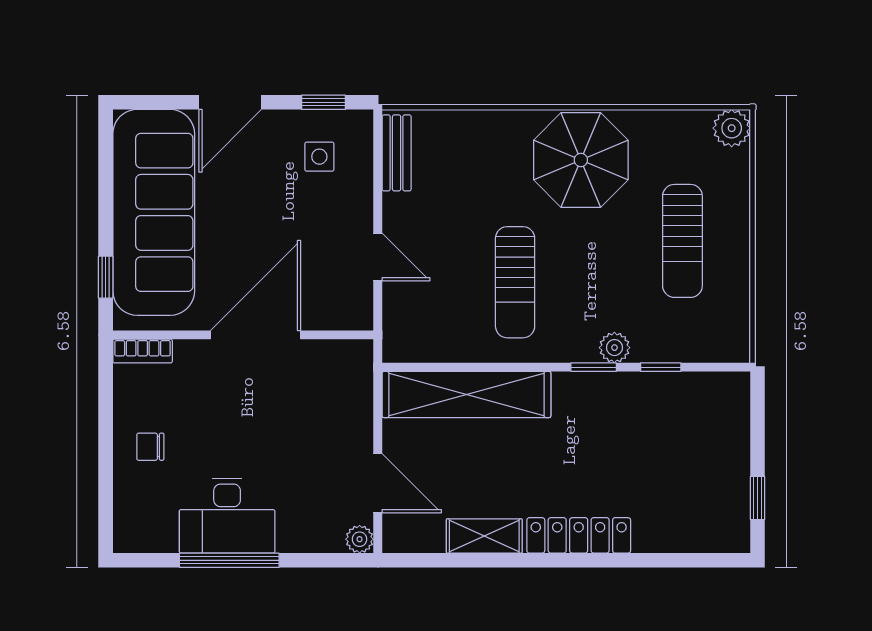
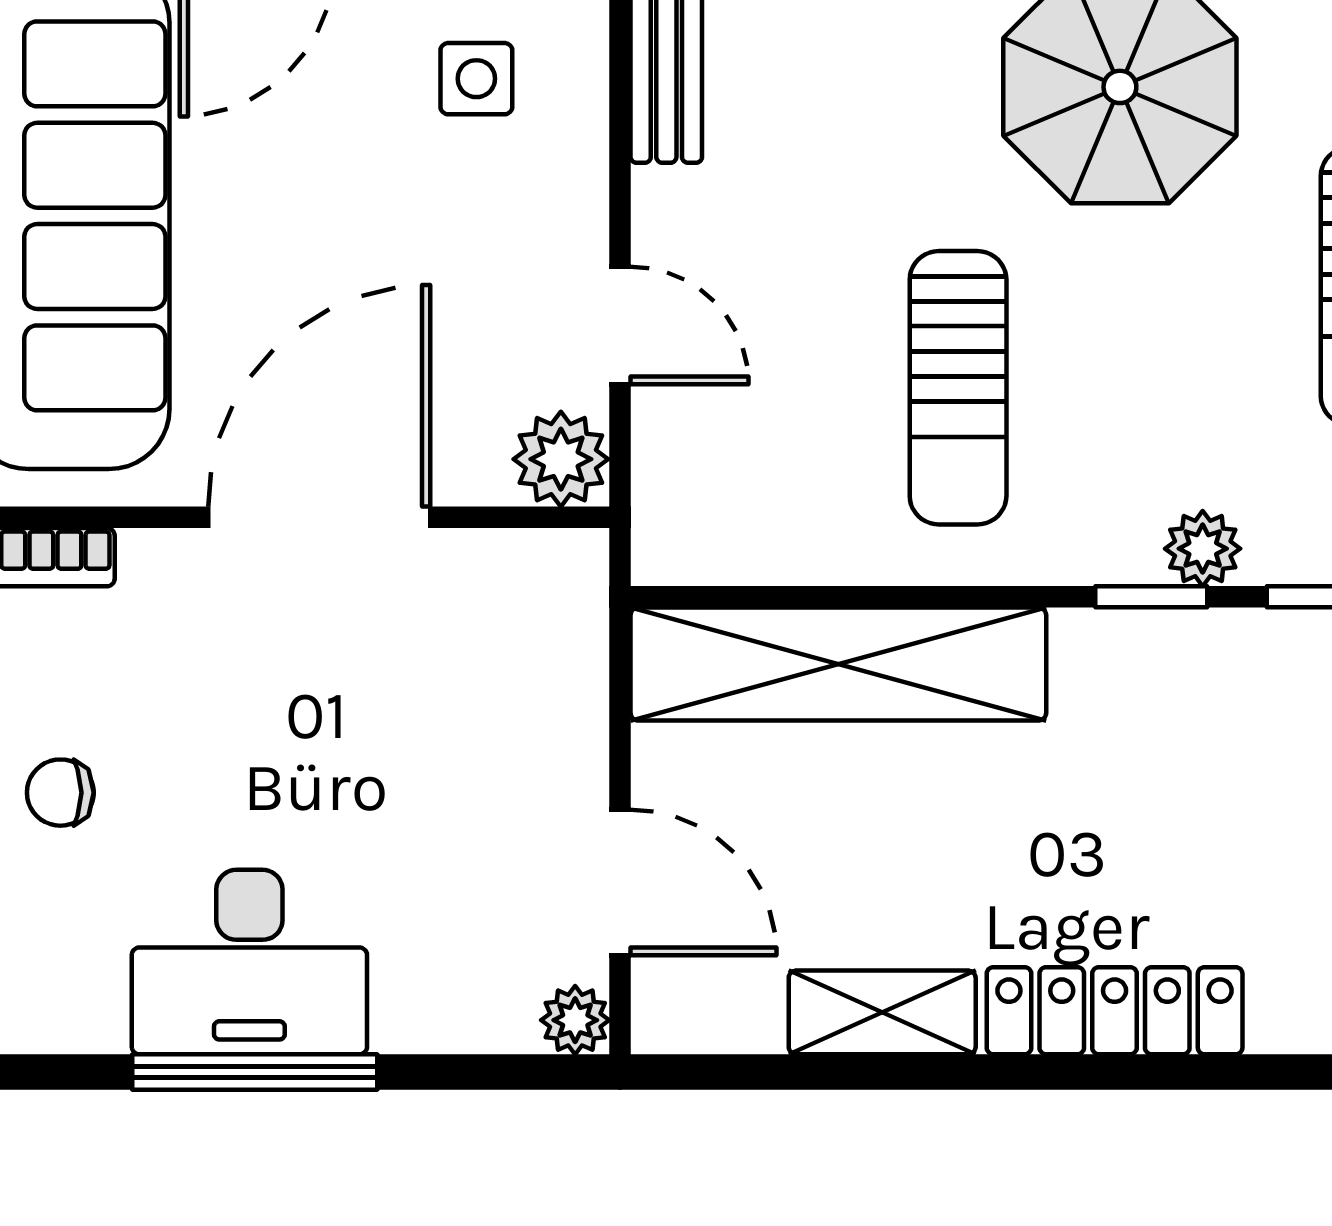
plant: (354, 311) -> (561, 459), added

